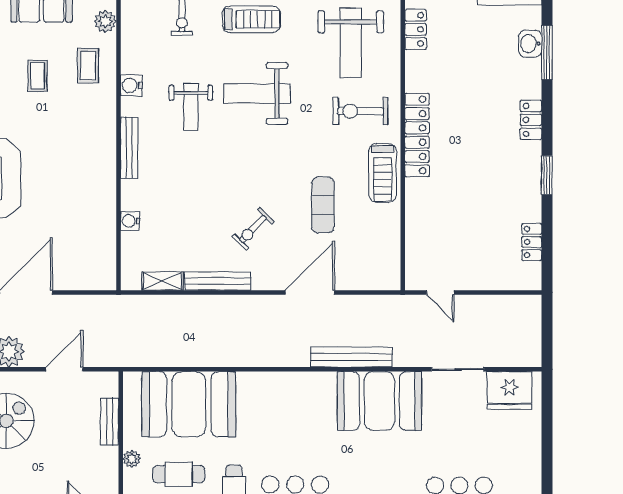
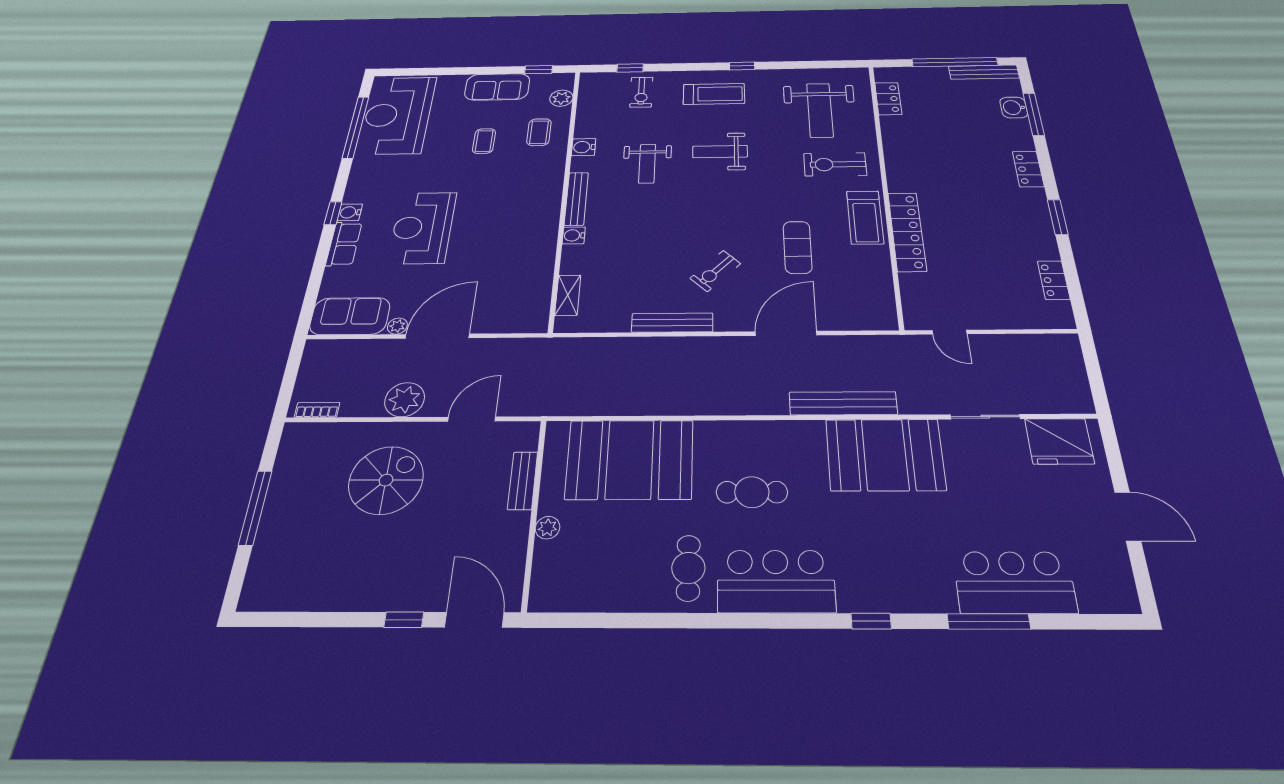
weight bench: (257, 93) -> (720, 152), width x0.73, depth x0.75
locker: (417, 135) -> (907, 231), moved
water cooler: (130, 221) -> (574, 235), moved
shelving: (162, 281) -> (568, 295), moved, turned 90
door: (547, 450) -> (1128, 516), added
cafe table: (179, 474) -> (752, 492), moved

